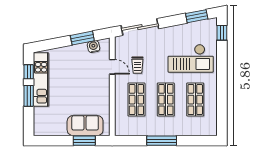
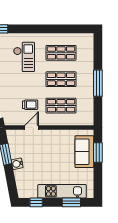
water cooler: (94, 47) -> (17, 164), moved
checkout: (191, 58) -> (24, 57), width x0.73, depth x0.83
kitchen unit: (41, 80) -> (62, 191), moved
window: (29, 96) -> (71, 202), moved

